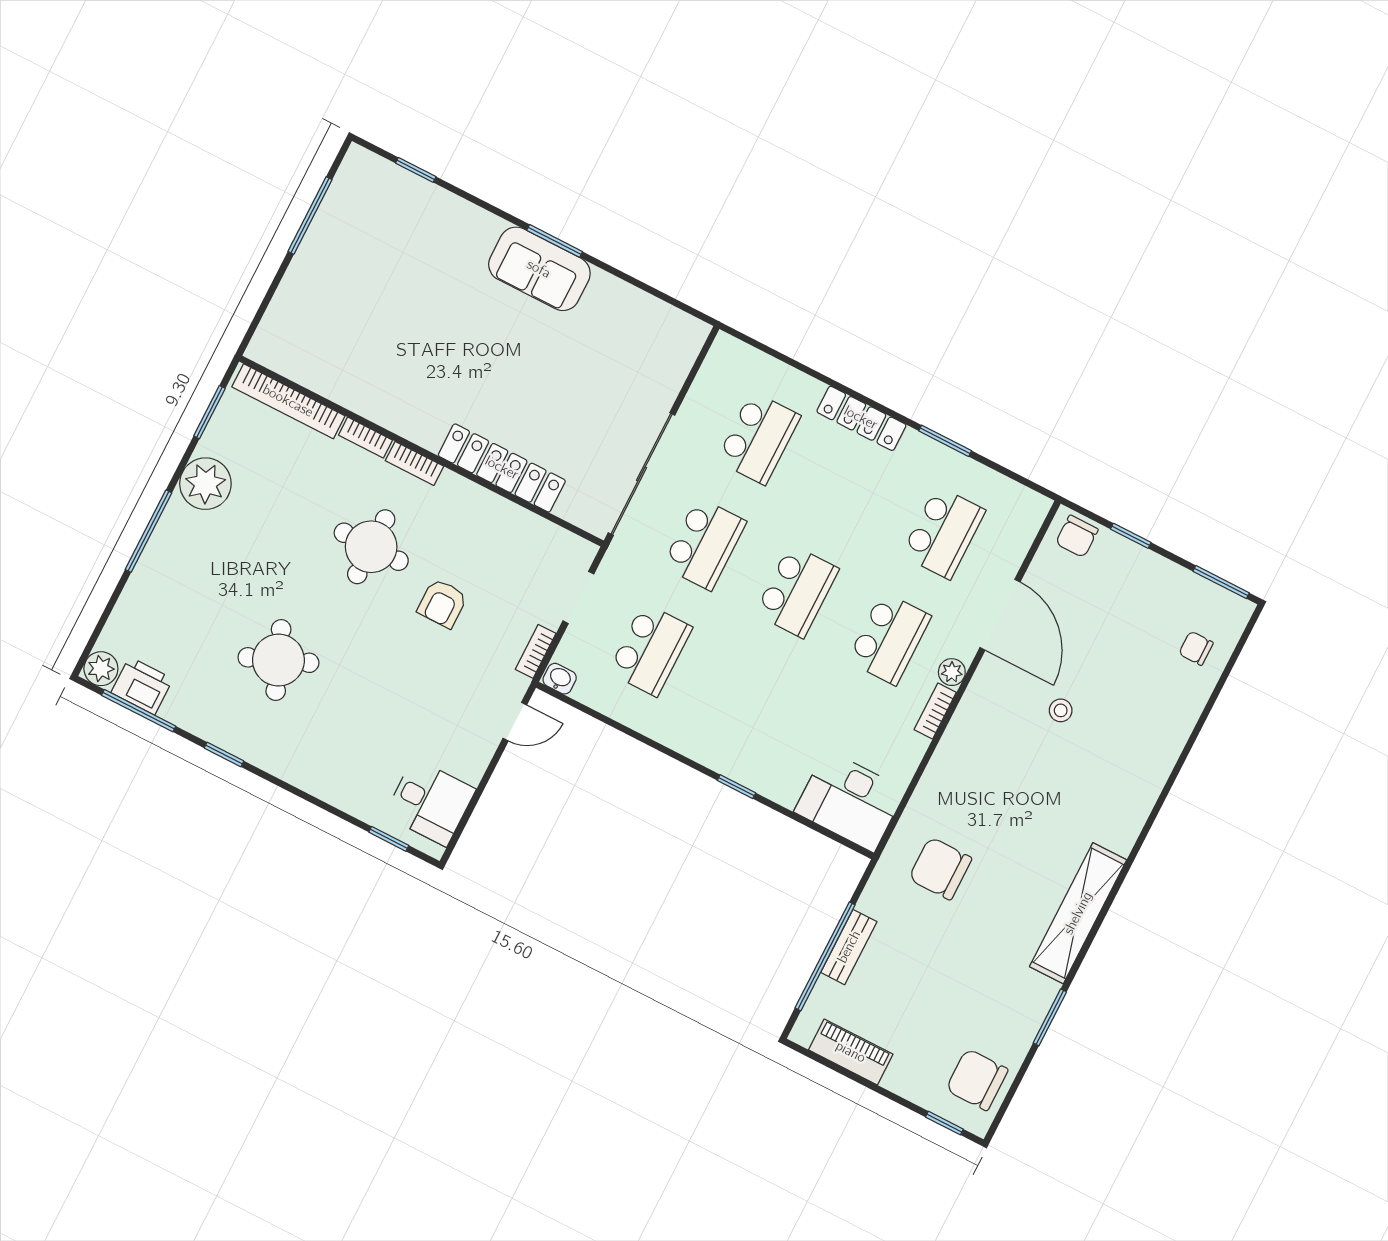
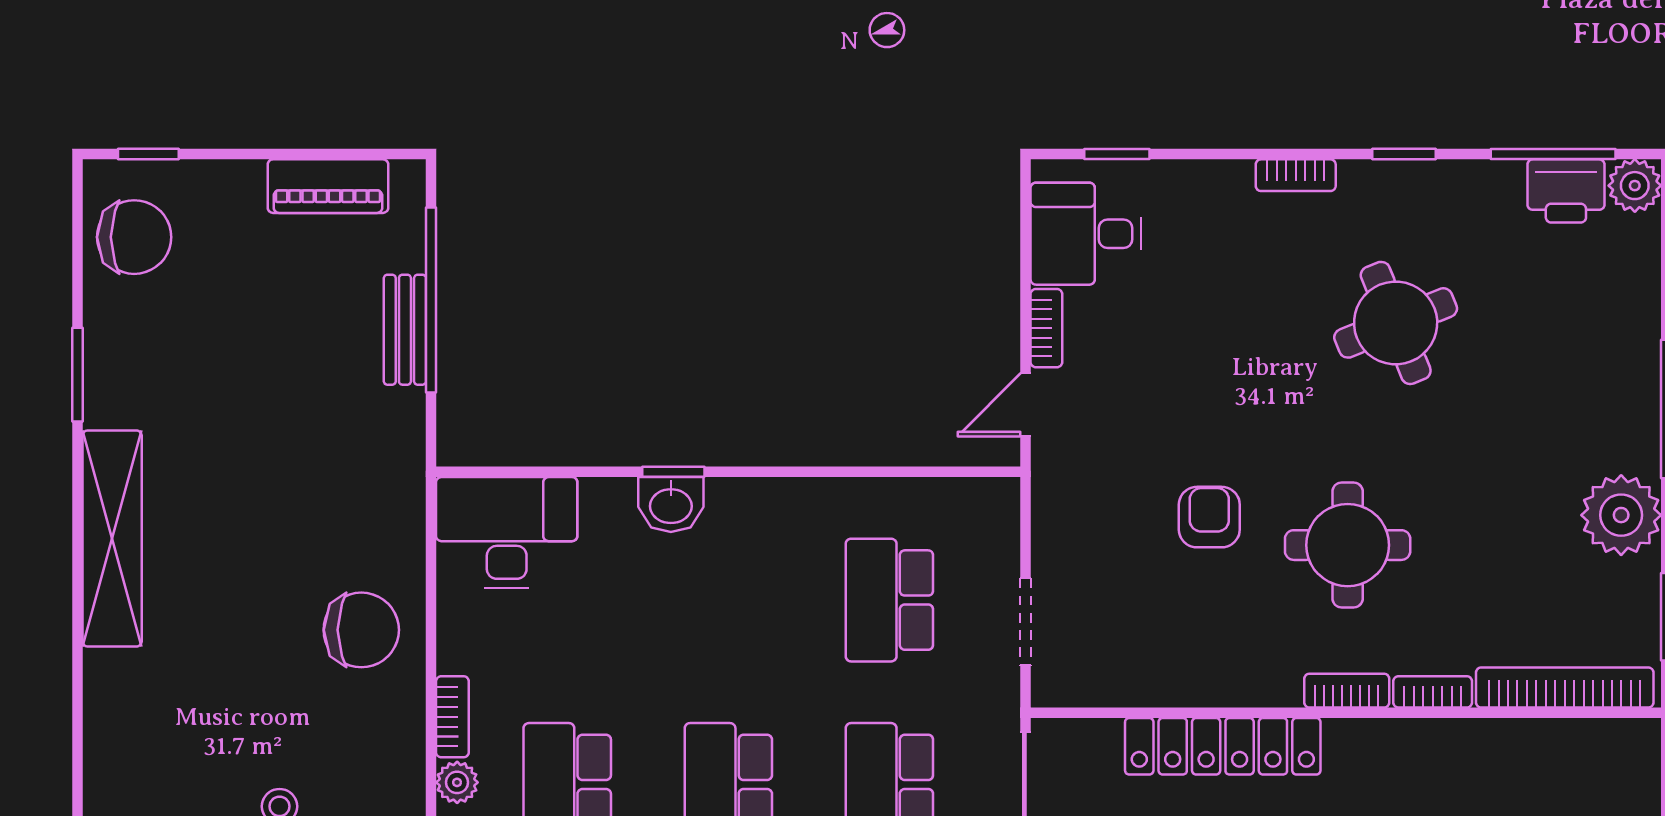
bookcase: (536, 651) -> (1046, 328), moved
washbasin: (560, 679) -> (671, 504), moved, width x1.38, depth x1.45
bookcase: (292, 774) -> (1296, 175), added
chair: (940, 868) -> (361, 630), moved

